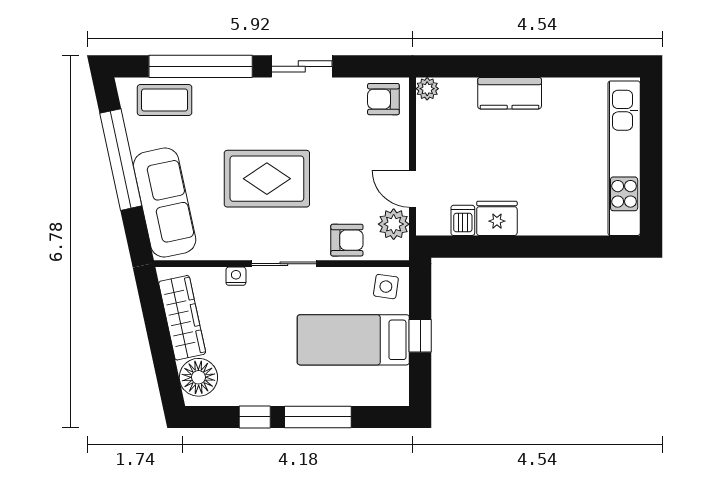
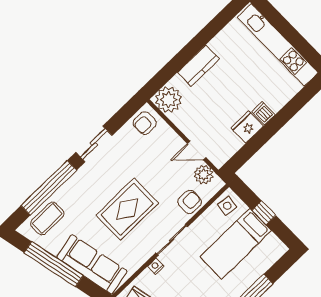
plant: (427, 89) -> (168, 100), width x1.87, depth x1.87
dishwasher: (463, 220) -> (263, 113), moved

